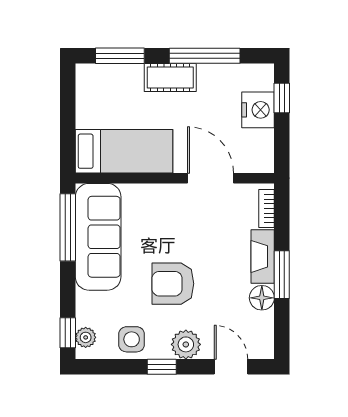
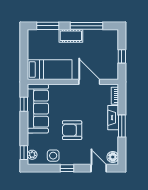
window: (282, 98) -> (122, 56), moved
nightstand: (258, 110) -> (111, 51), removed
window: (68, 227) -> (24, 104), width x0.46
floor lamp: (262, 298) -> (113, 157), moved
plant: (186, 344) -> (78, 158), removed

